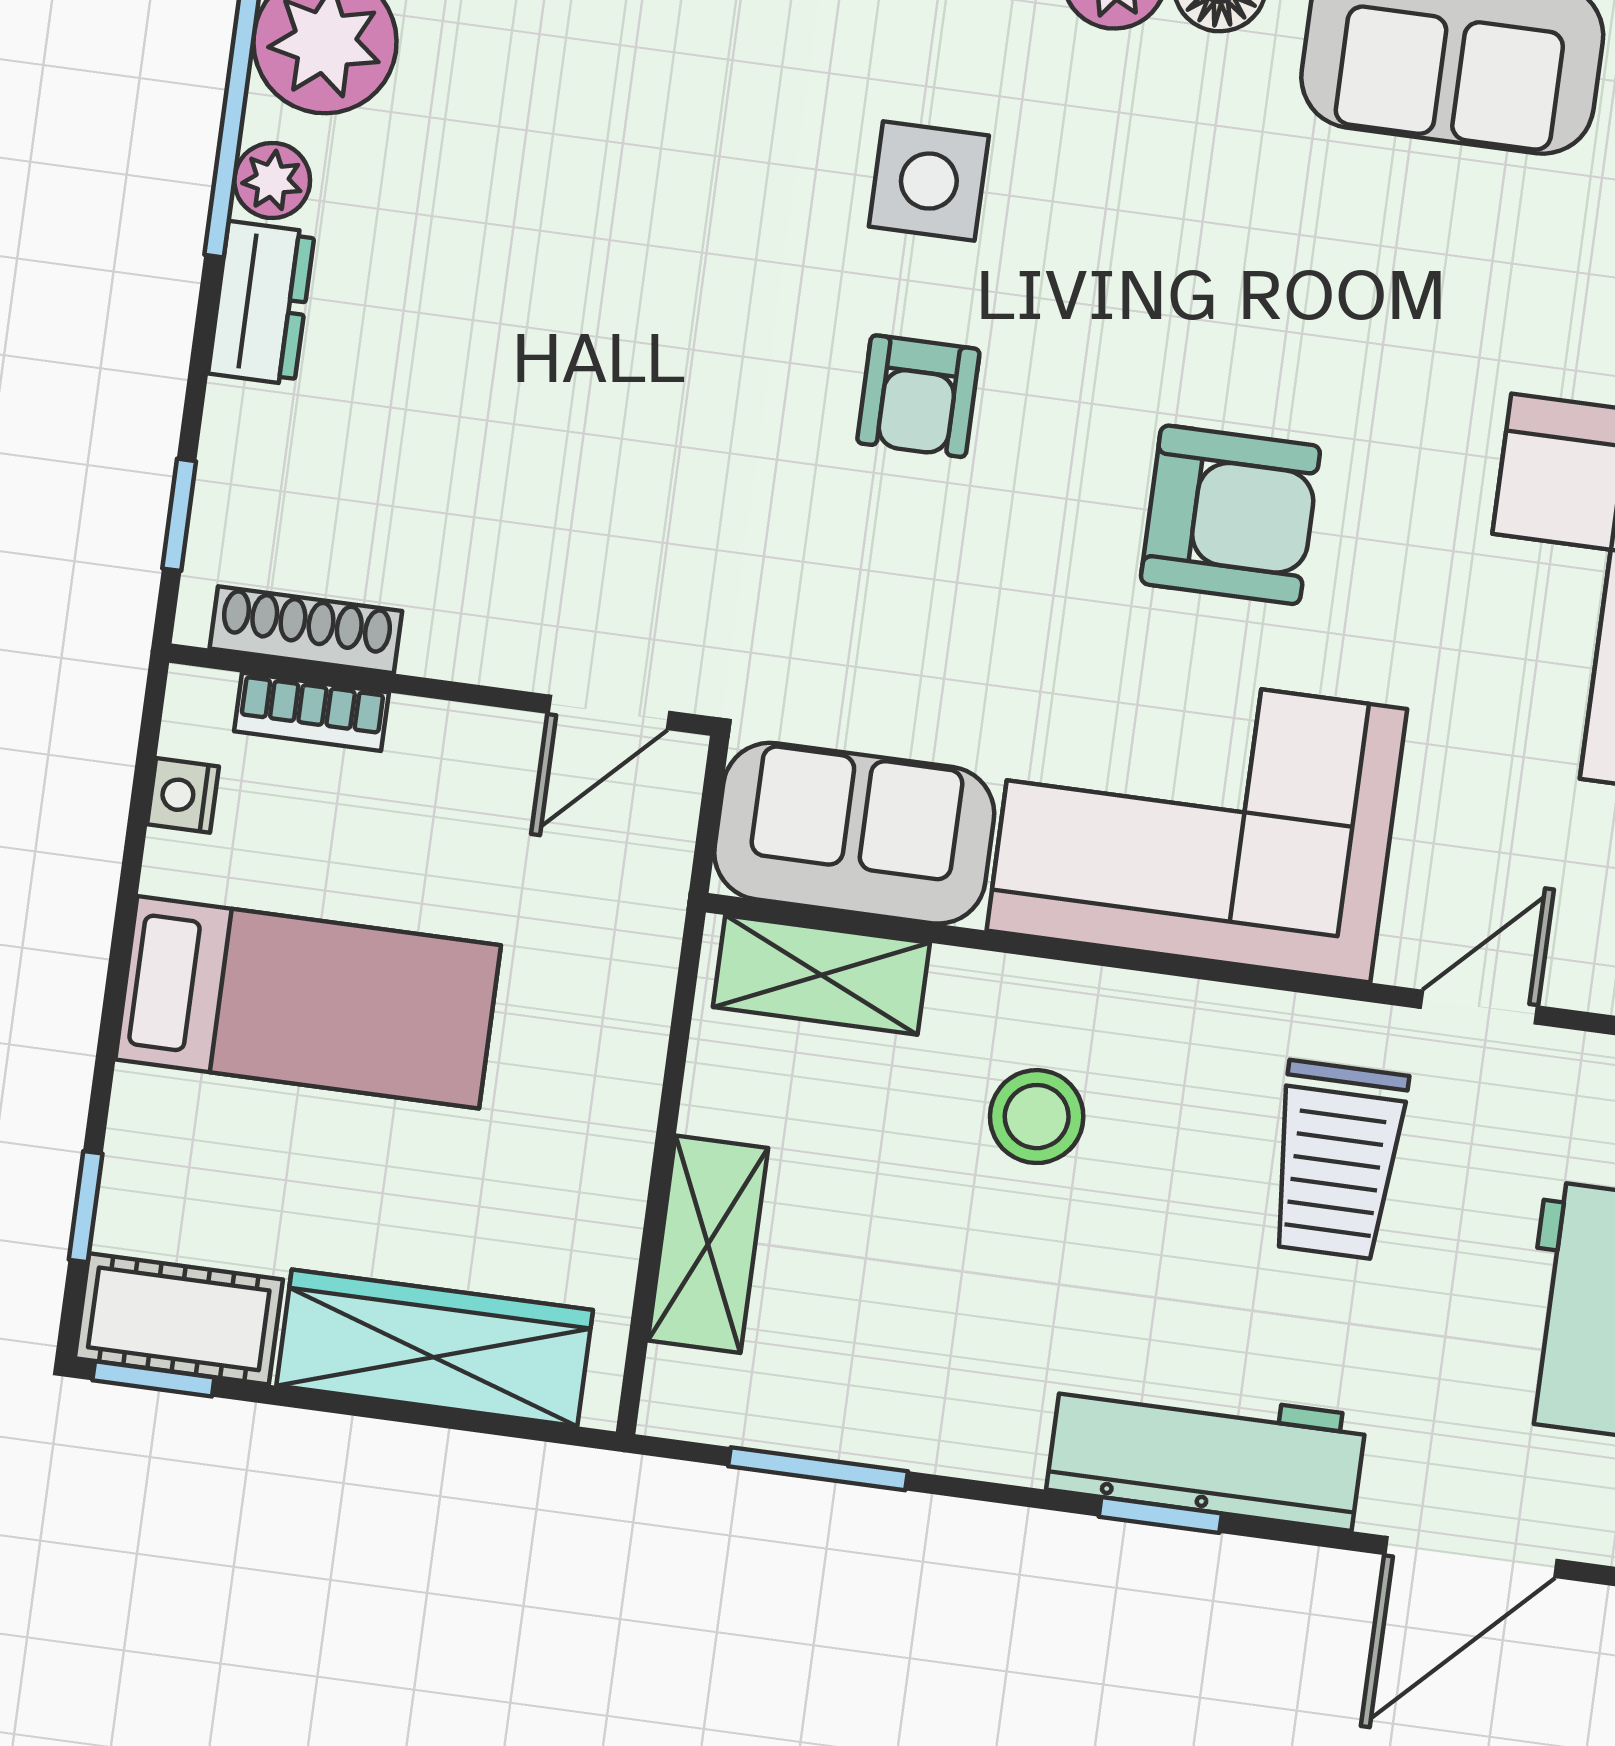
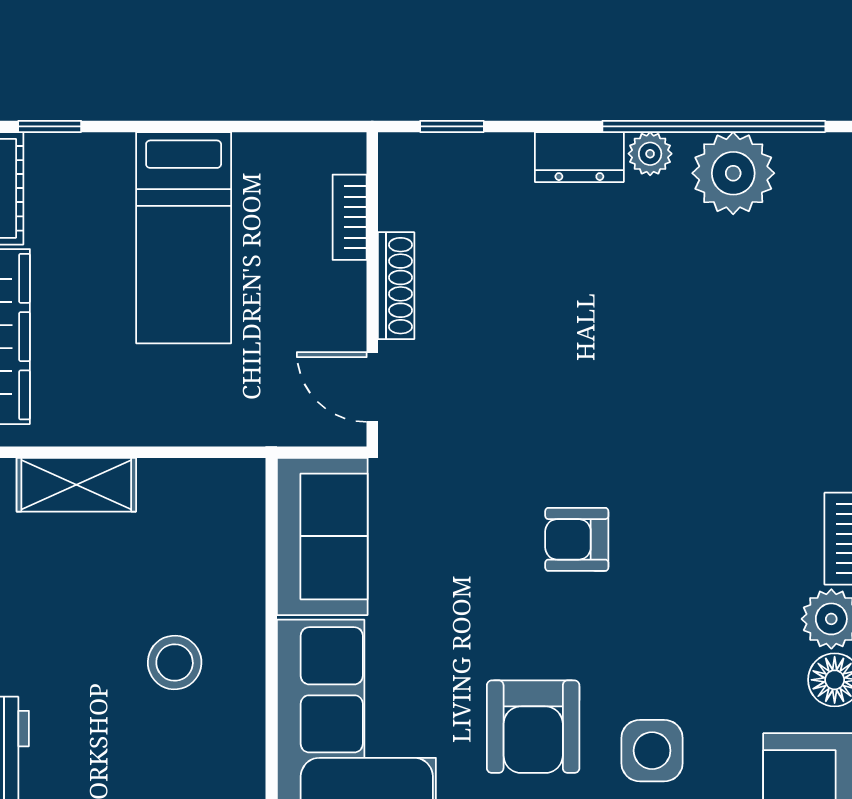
side table: (929, 181) -> (652, 751), moved
shoe rack: (306, 630) -> (396, 286), moved
nightstand: (183, 795) -> (292, 150), removed
shelving: (821, 975) -> (239, 529), removed

